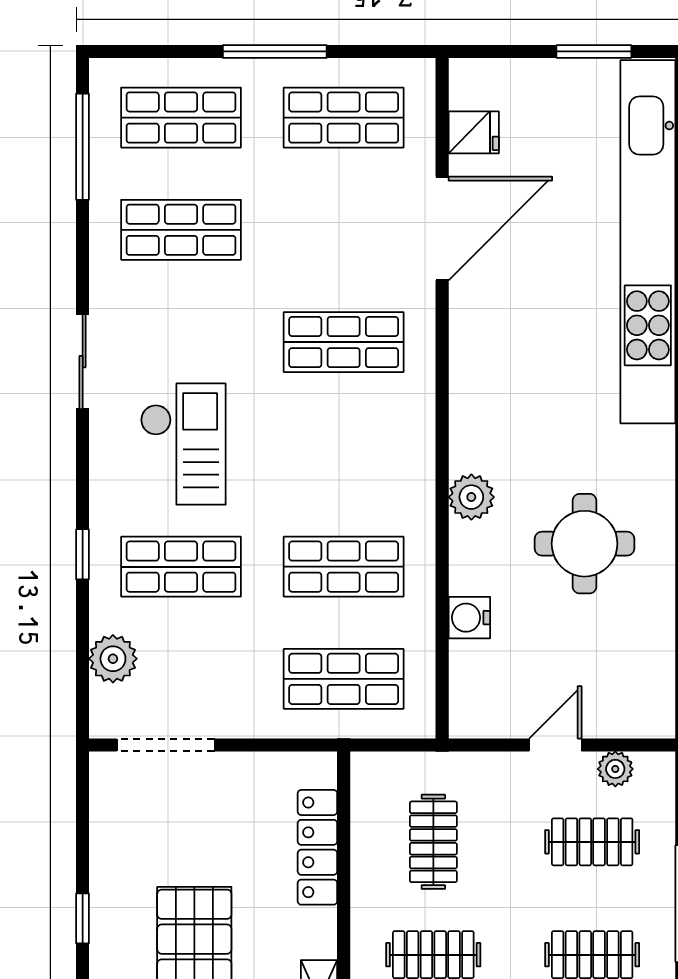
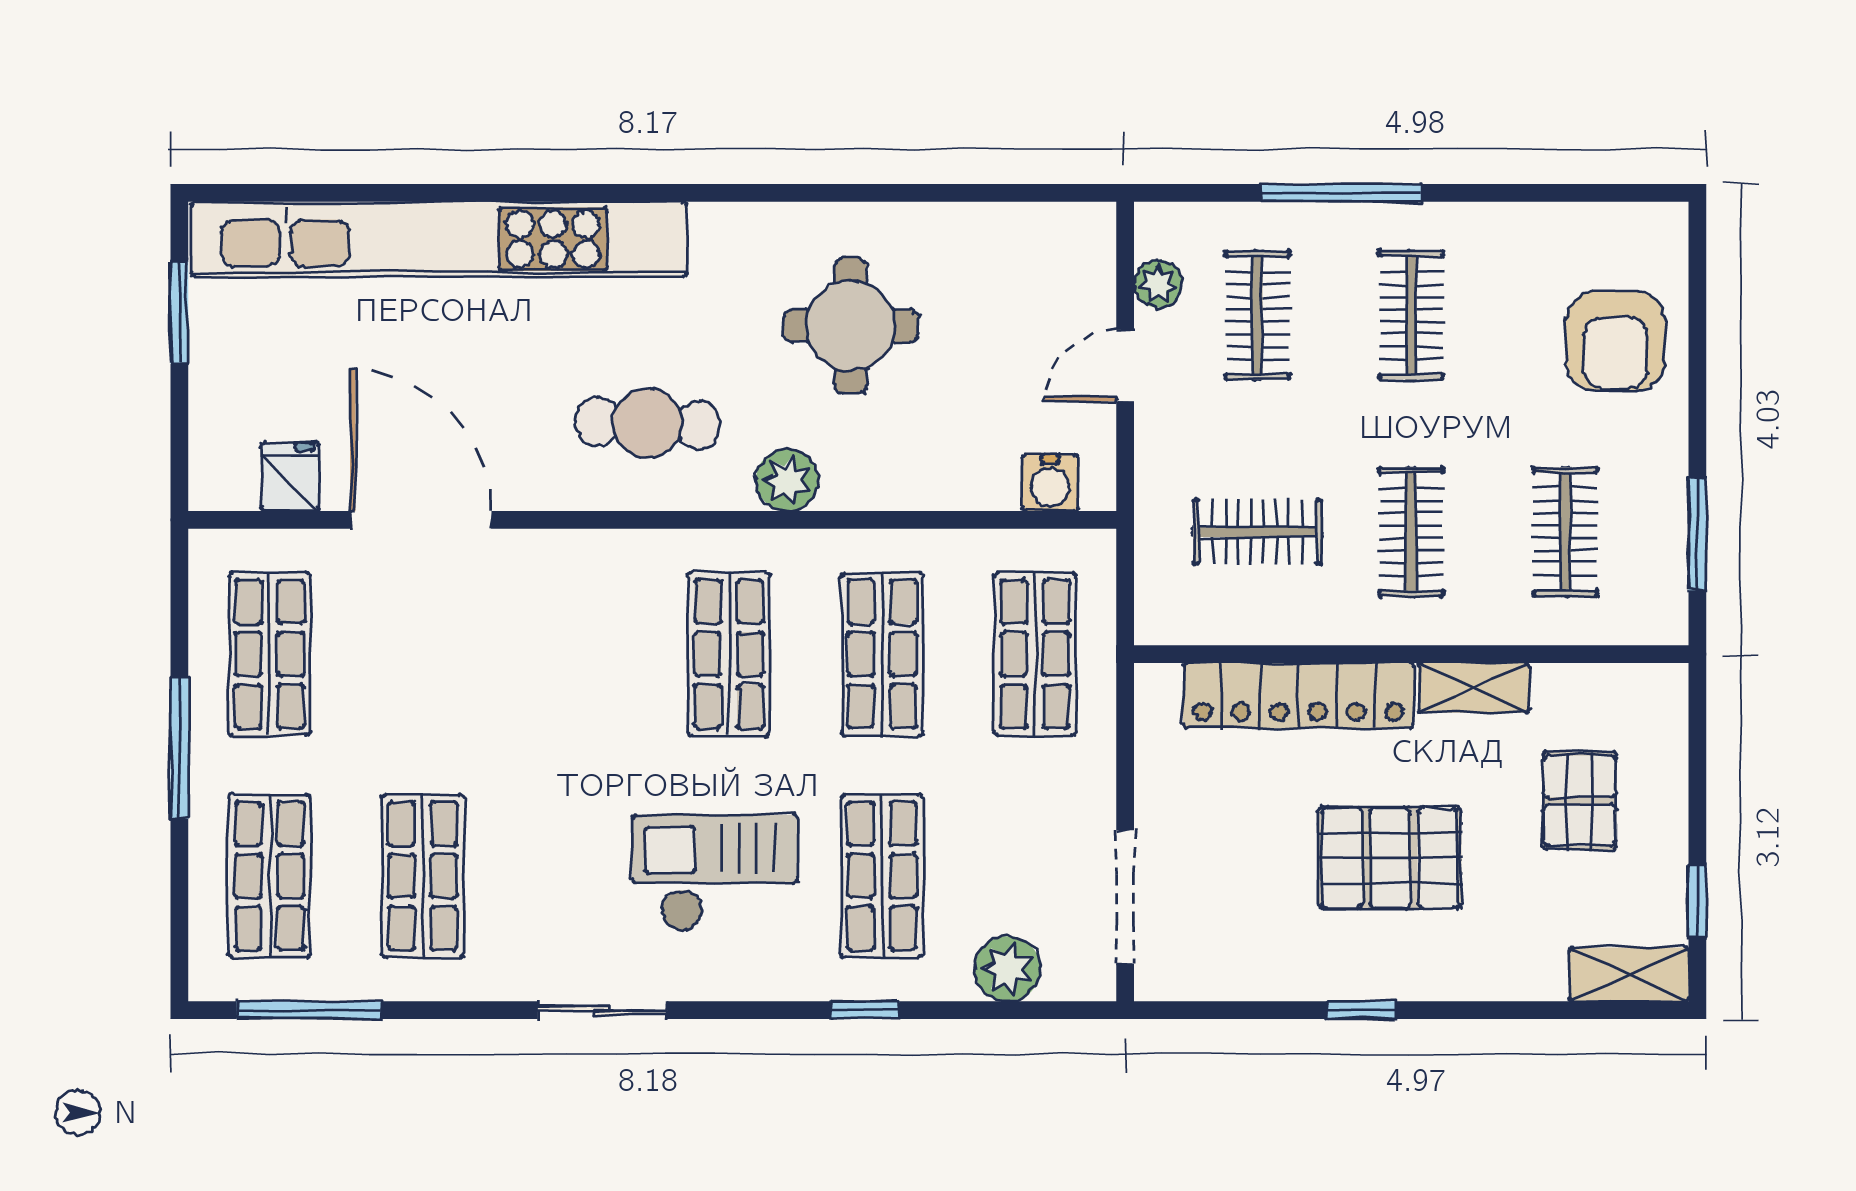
shop shelf: (344, 342) -> (729, 654), moved
cafe table: (513, 395) -> (647, 423), added
water cooler: (469, 618) -> (1050, 483), moved
door: (555, 745) -> (1125, 365), hinge flipped
locker: (317, 847) -> (1299, 696), width x1.41, depth x1.21

